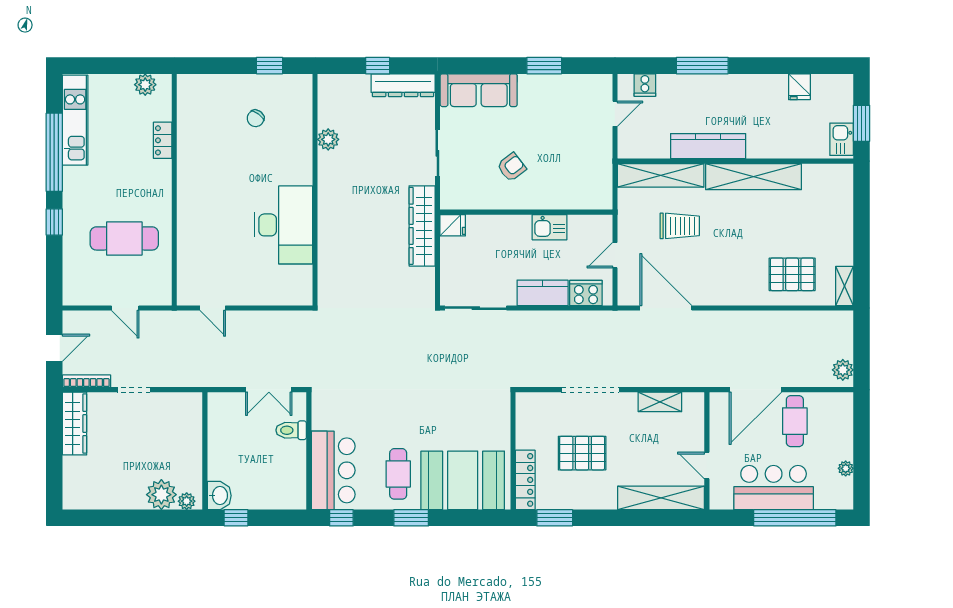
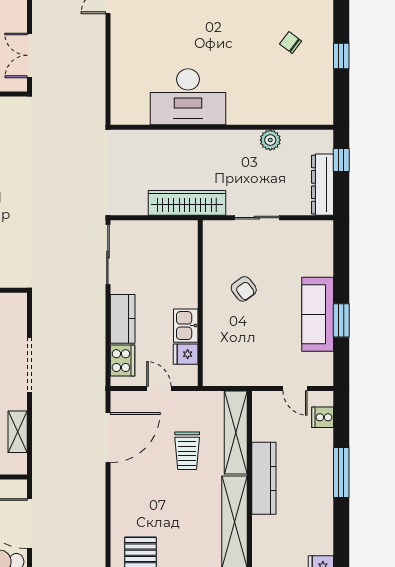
sofa: (479, 90) -> (318, 314), moved
plant: (328, 139) -> (270, 140), moved
wall: (315, 190) -> (222, 127), moved
desk: (283, 225) -> (188, 97), moved
fridge: (453, 225) -> (186, 354), moved, turned 90

